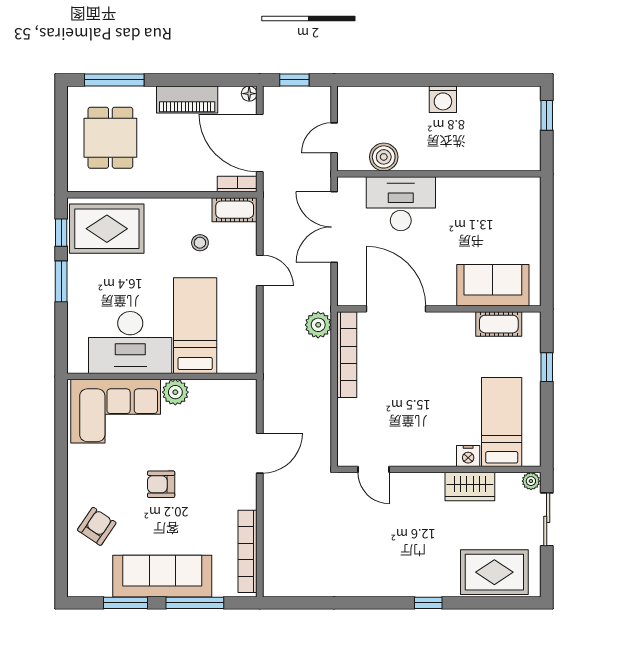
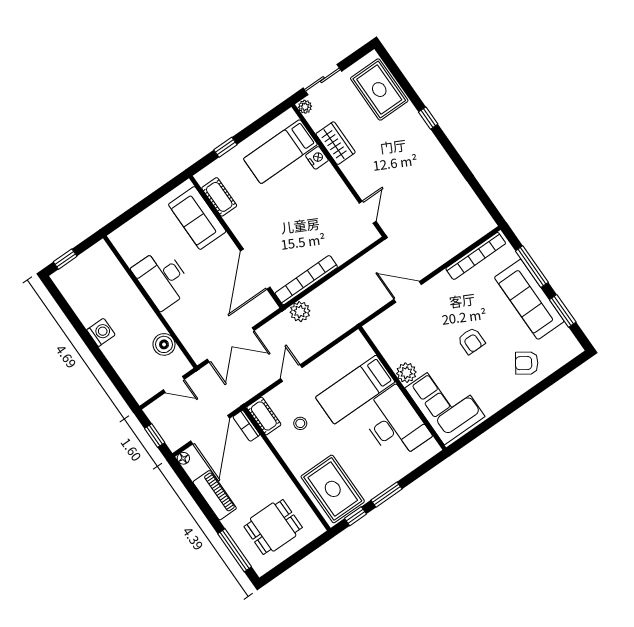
desk: (401, 204) -> (162, 279), moved

